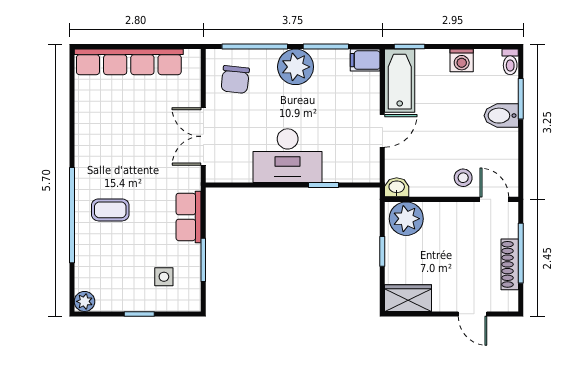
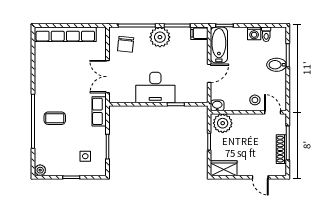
toilet: (510, 62) -> (266, 34), moved
row of seats: (188, 217) -> (99, 111), moved

